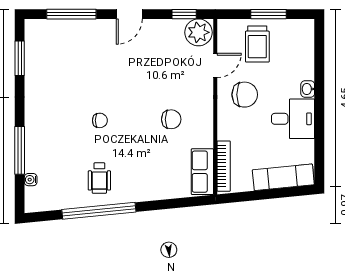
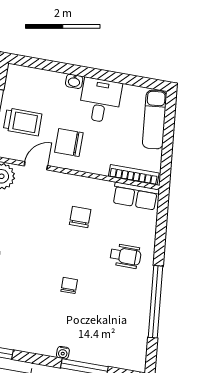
door: (215, 65) -> (36, 166), hinge flipped
chair: (245, 95) -> (69, 143), turned -90
wheelchair: (99, 178) -> (125, 256), moved
water cooler: (31, 180) -> (63, 353), moved

